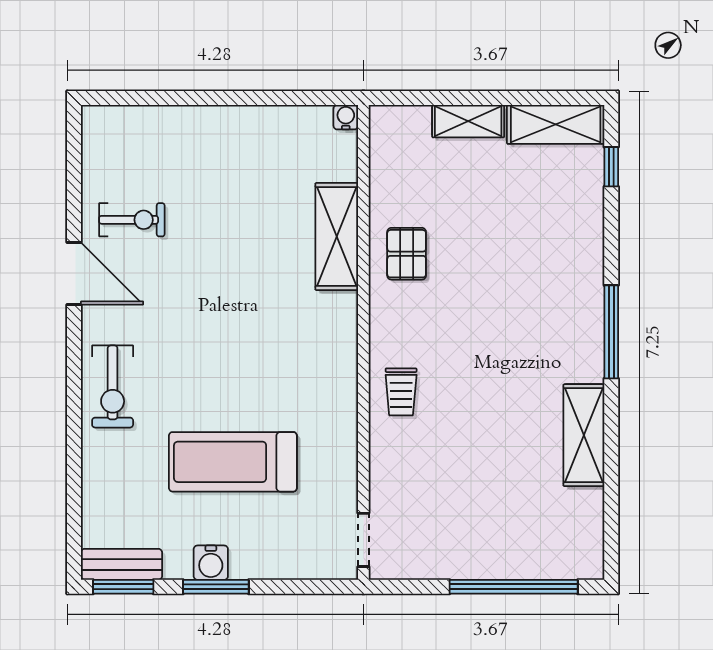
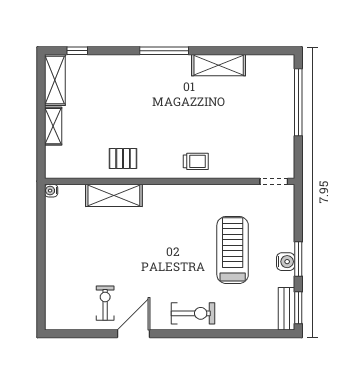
treadmill: (233, 462) -> (233, 250), turned 180

